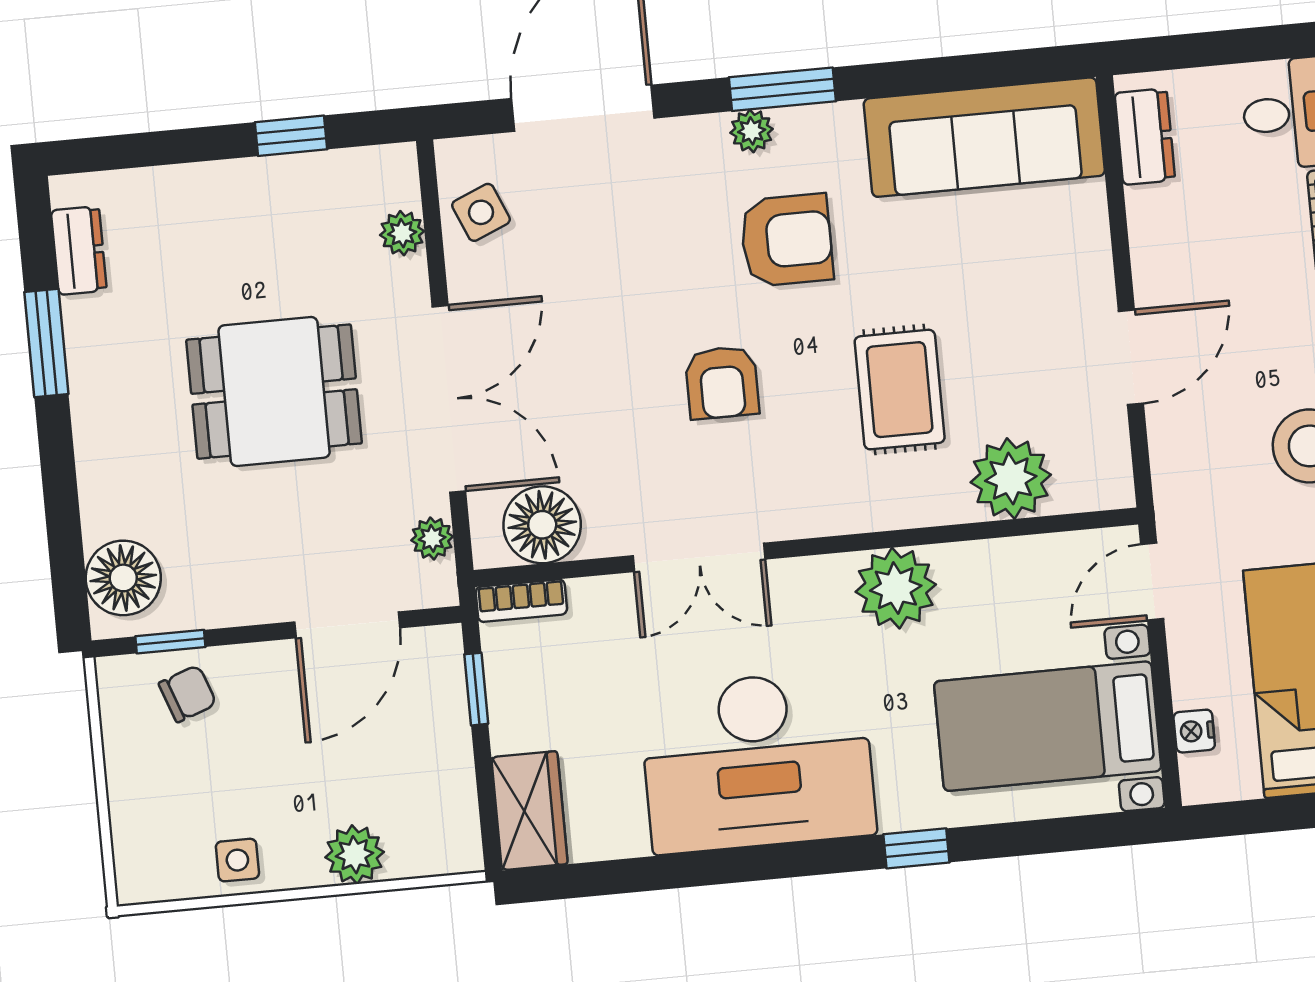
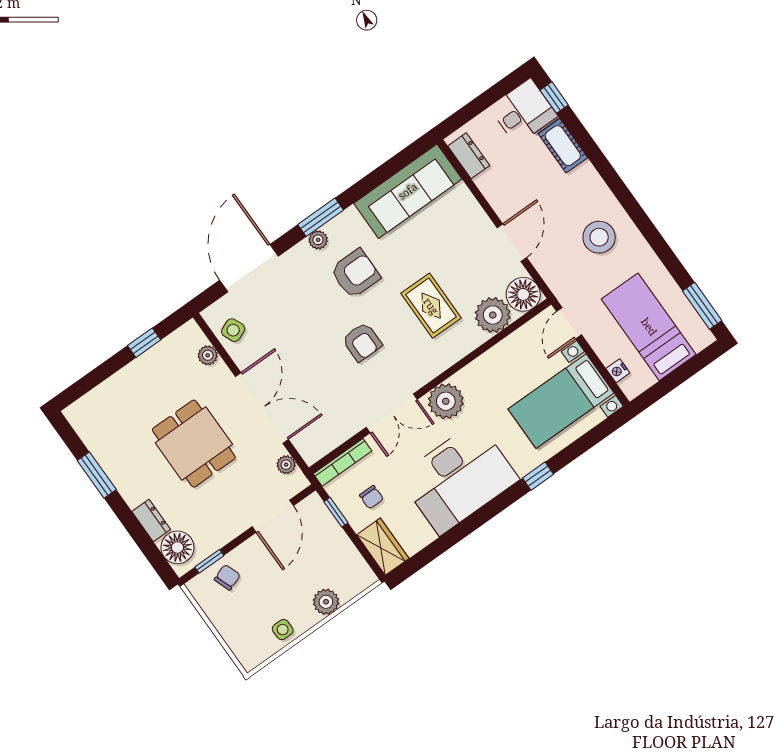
dresser: (79, 250) -> (151, 521), moved
dining table: (274, 392) -> (194, 444), turned 90
floor lamp: (542, 525) -> (523, 294), moved
plant: (896, 588) -> (446, 401), moved
bookcase: (521, 601) -> (343, 462), width x1.56
chair: (564, 700) -> (371, 497), added

